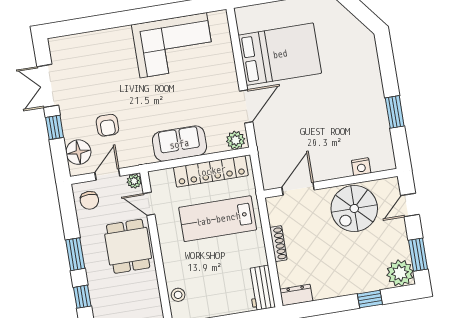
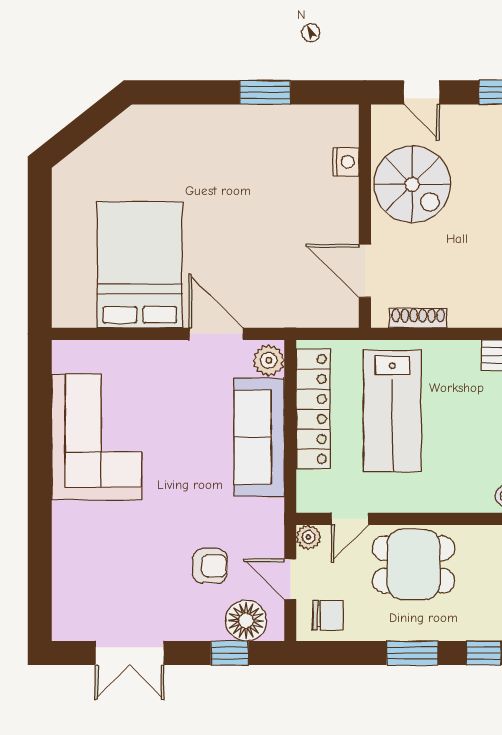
window: (55, 127) -> (229, 653), moved
sofa: (179, 144) -> (259, 437), width x1.36
shoe rack: (278, 244) -> (418, 318), moved

